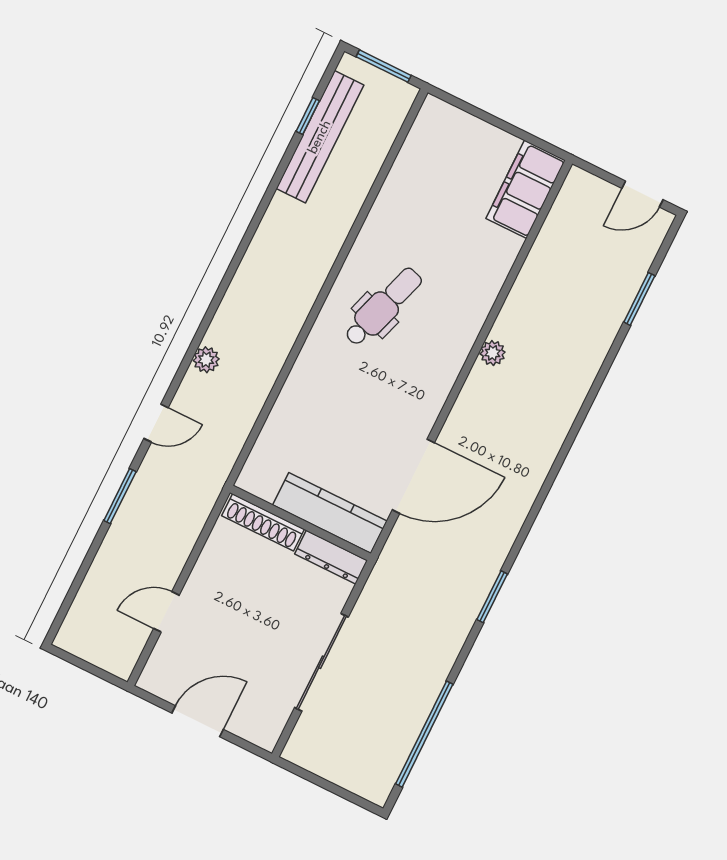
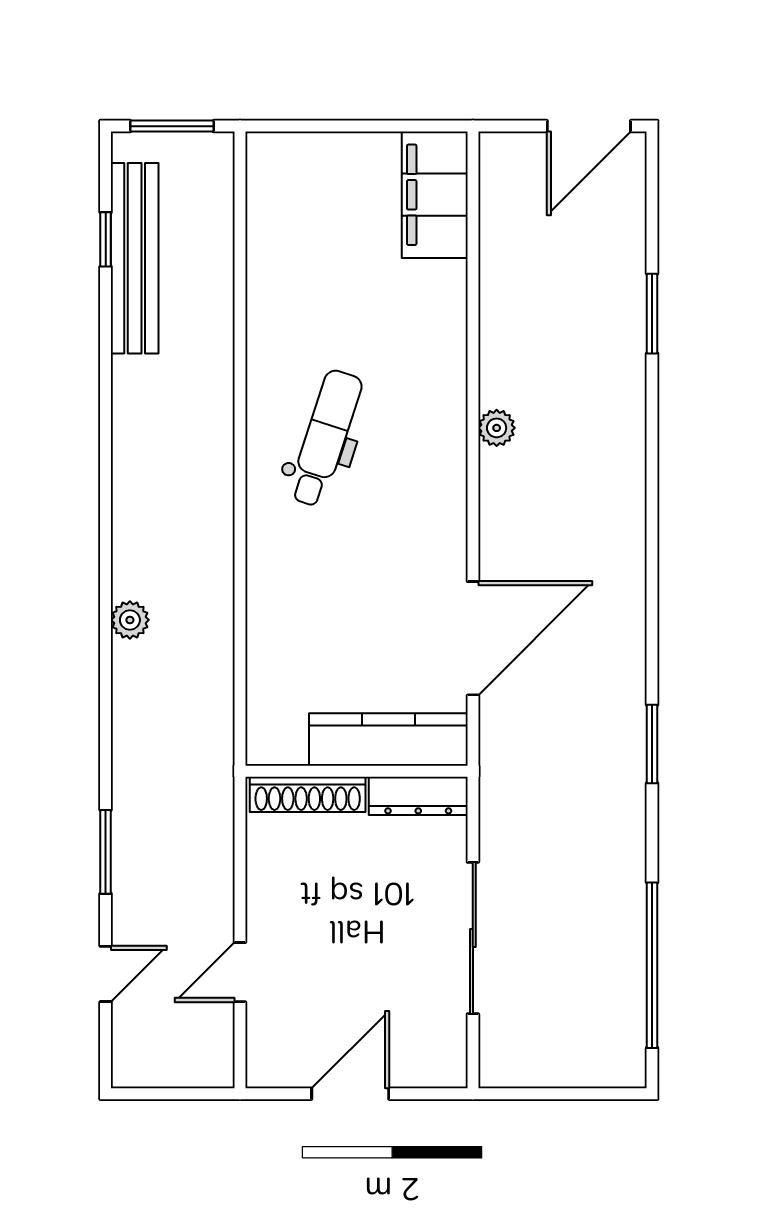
door: (642, 194) -> (589, 126), width x1.38
window: (639, 299) -> (652, 314), moved
door: (156, 423) -> (106, 974), moved

